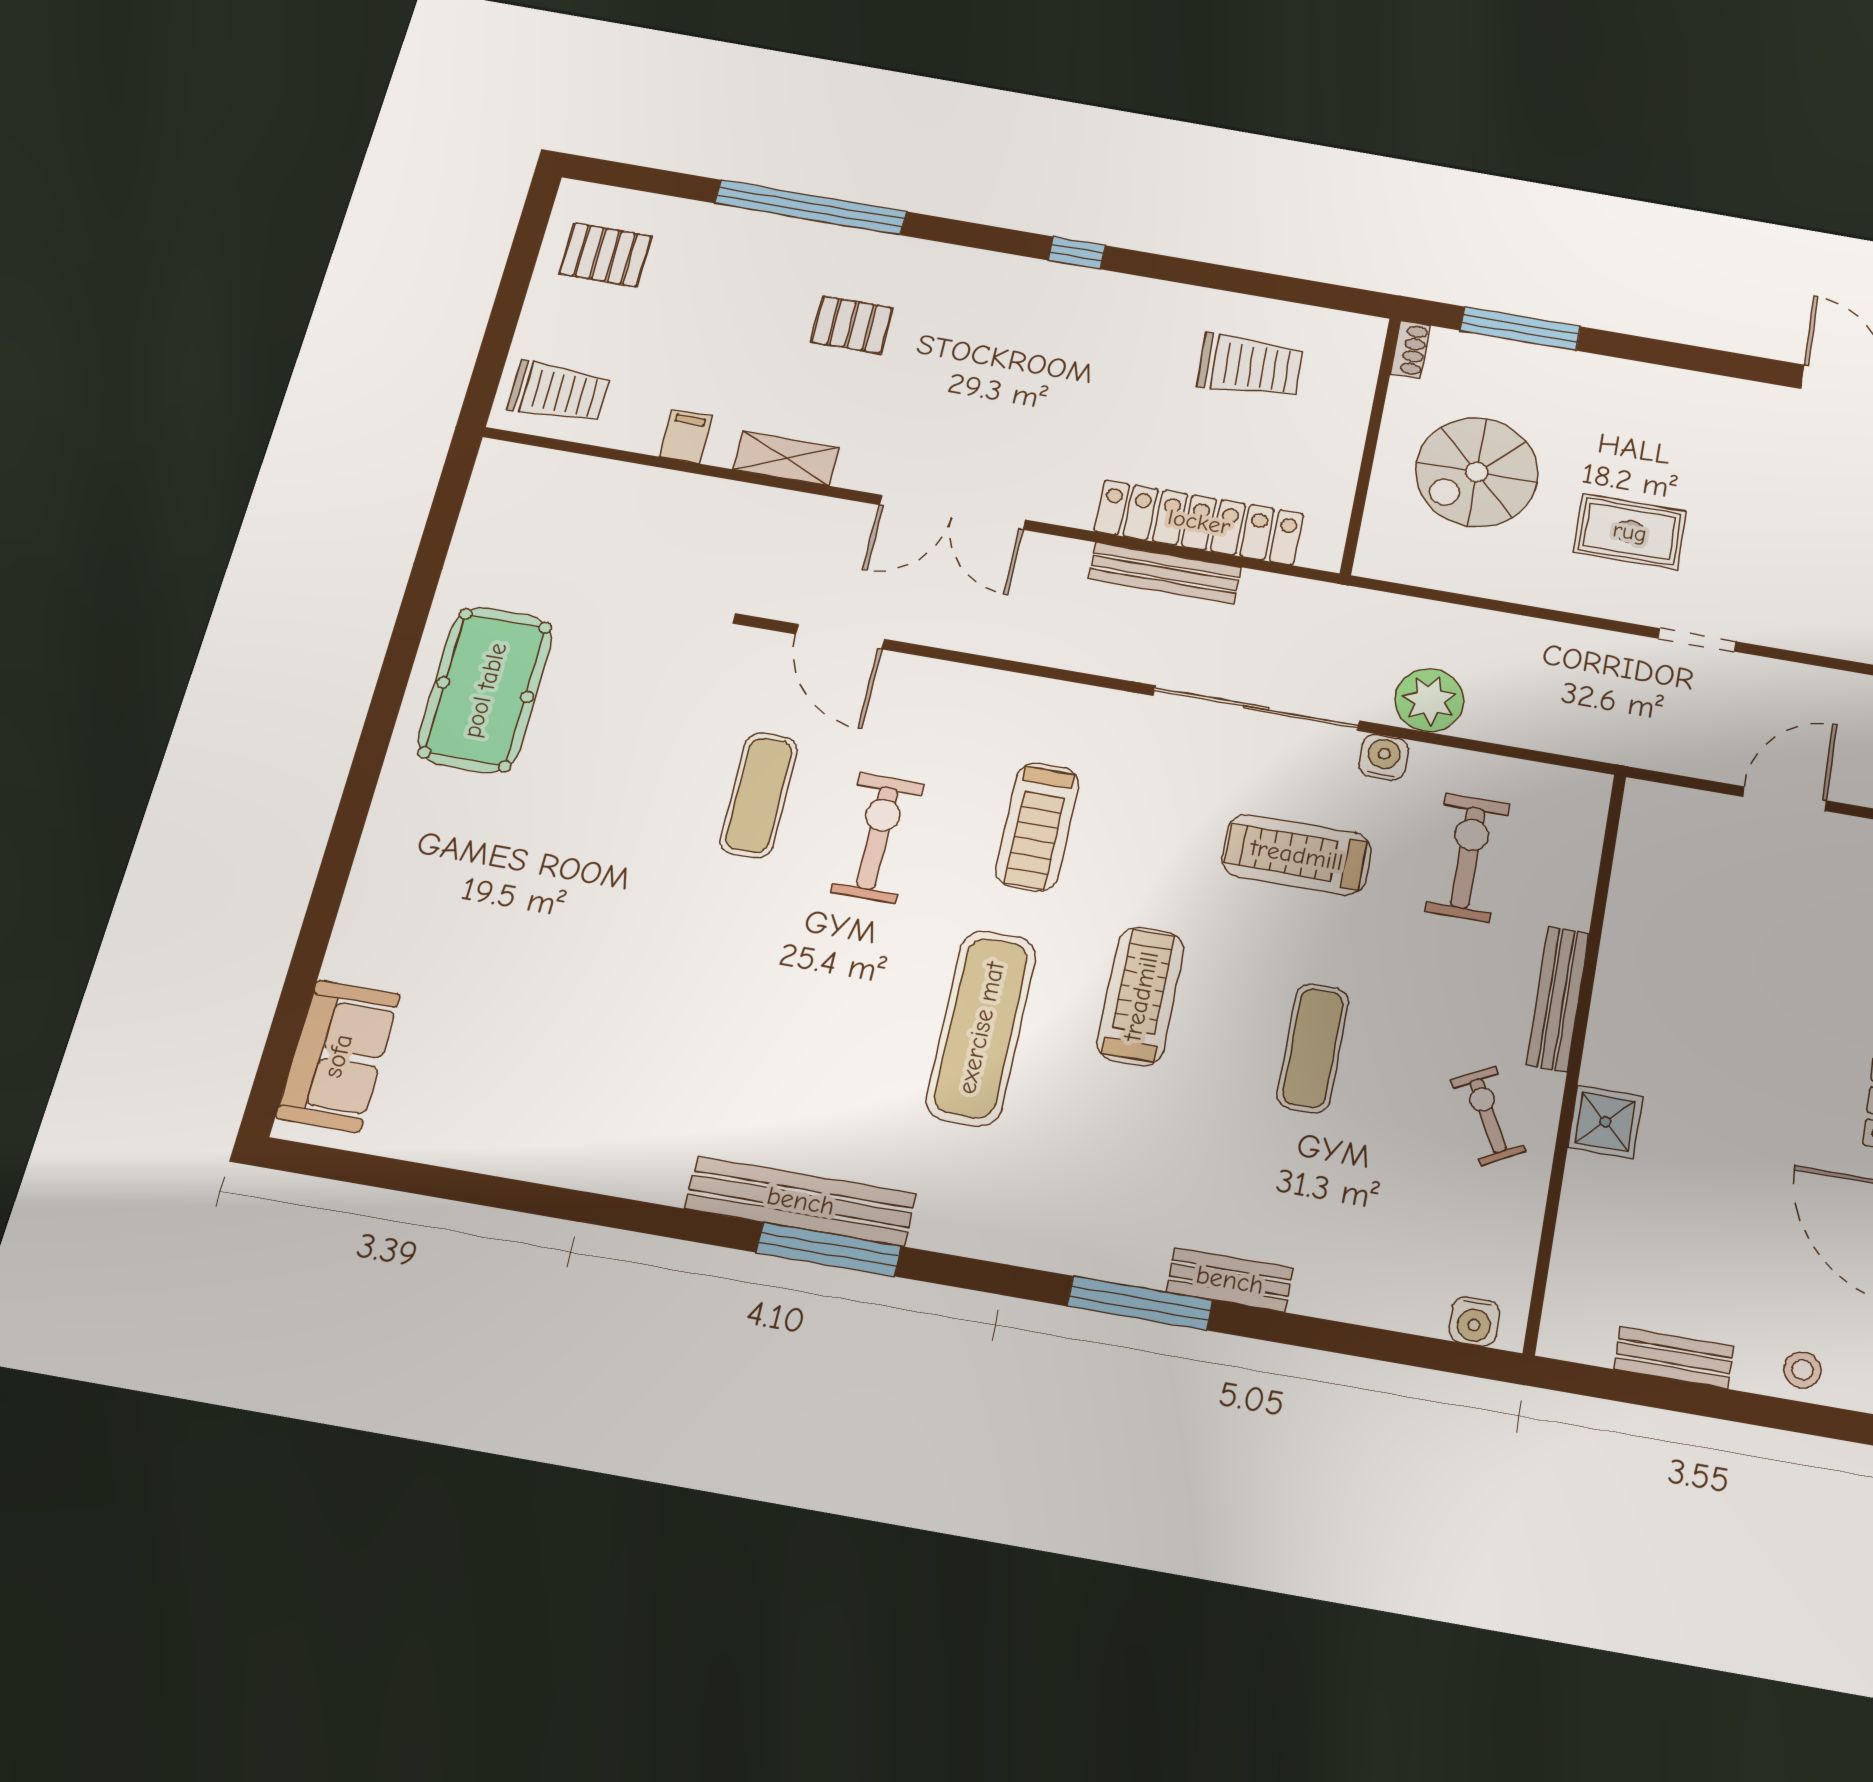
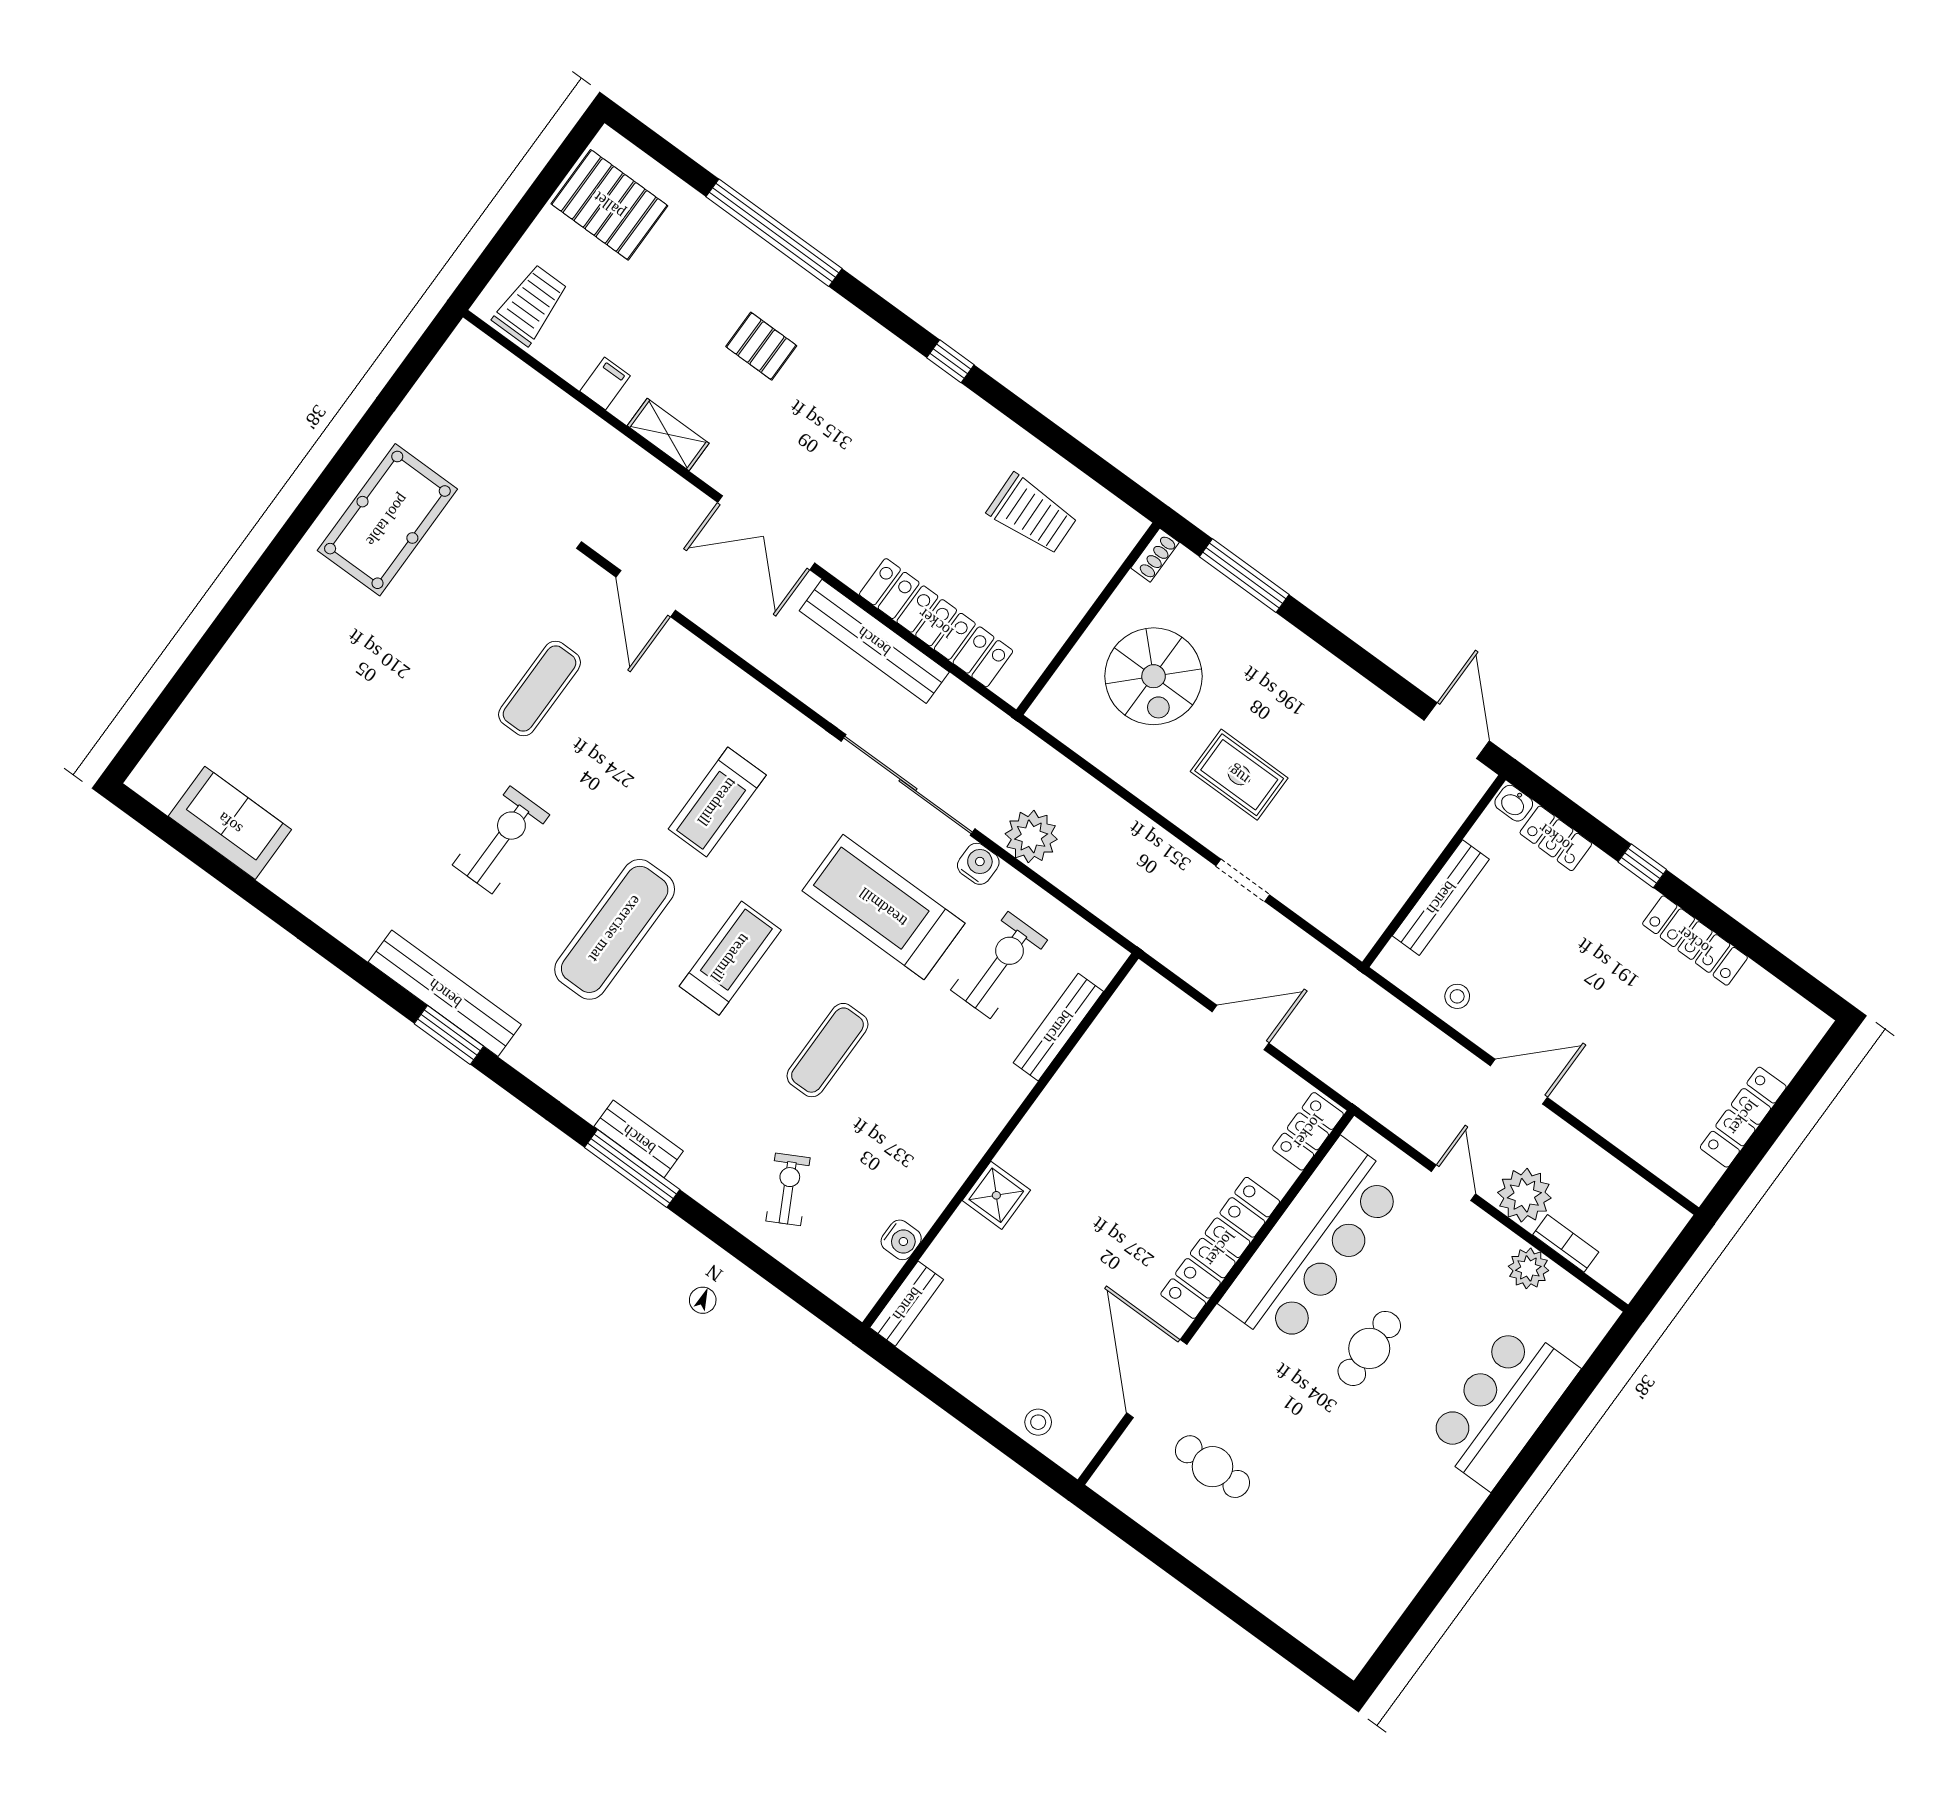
pallet: (605, 255) -> (609, 205), width x1.50, depth x1.42
trolley: (559, 392) -> (530, 305), turned -90
spiral stairs: (1477, 472) -> (1154, 676), turned -90
bench: (1165, 573) -> (874, 641), width x1.37, depth x1.21
exercise bike: (877, 838) -> (501, 840), moved
treadmill: (1297, 855) -> (883, 907), width x1.37, depth x1.38
bench: (1558, 999) -> (1058, 1027), moved
sofa: (338, 1056) -> (230, 823), moved, turned -90
exercise bike: (1488, 1116) -> (788, 1189), moved
window: (829, 1249) -> (449, 1035), width x0.69
bench: (1230, 1280) -> (639, 1139), moved
water cooler: (1475, 1321) -> (901, 1240), moved, turned -90
bench: (1674, 1358) -> (907, 1304), moved, turned 90

